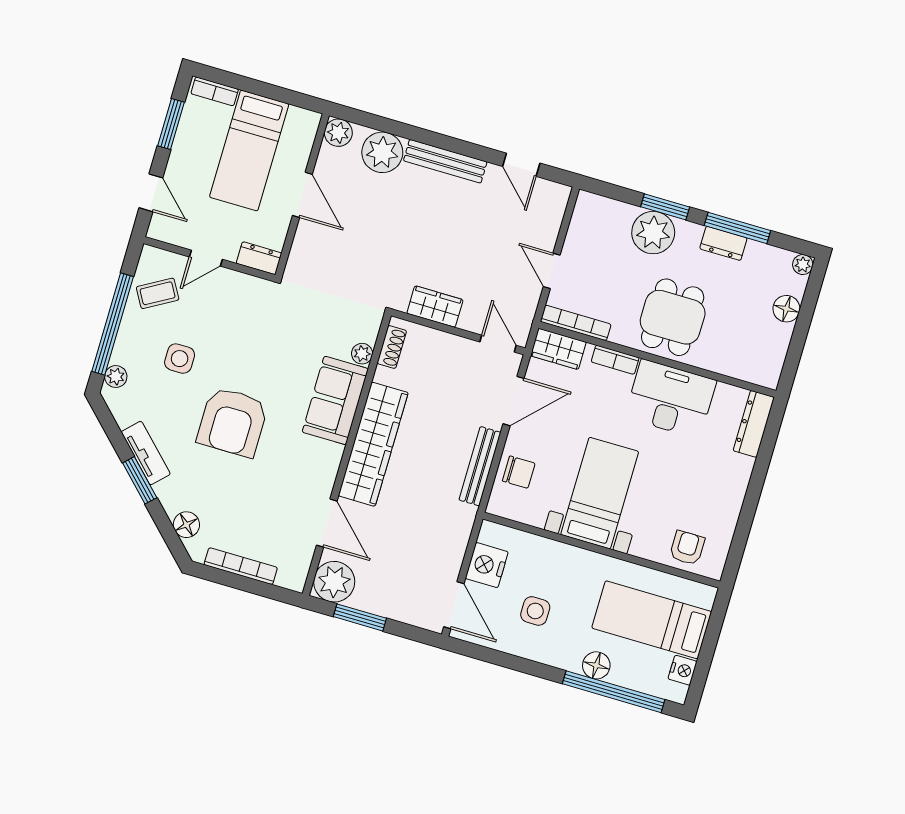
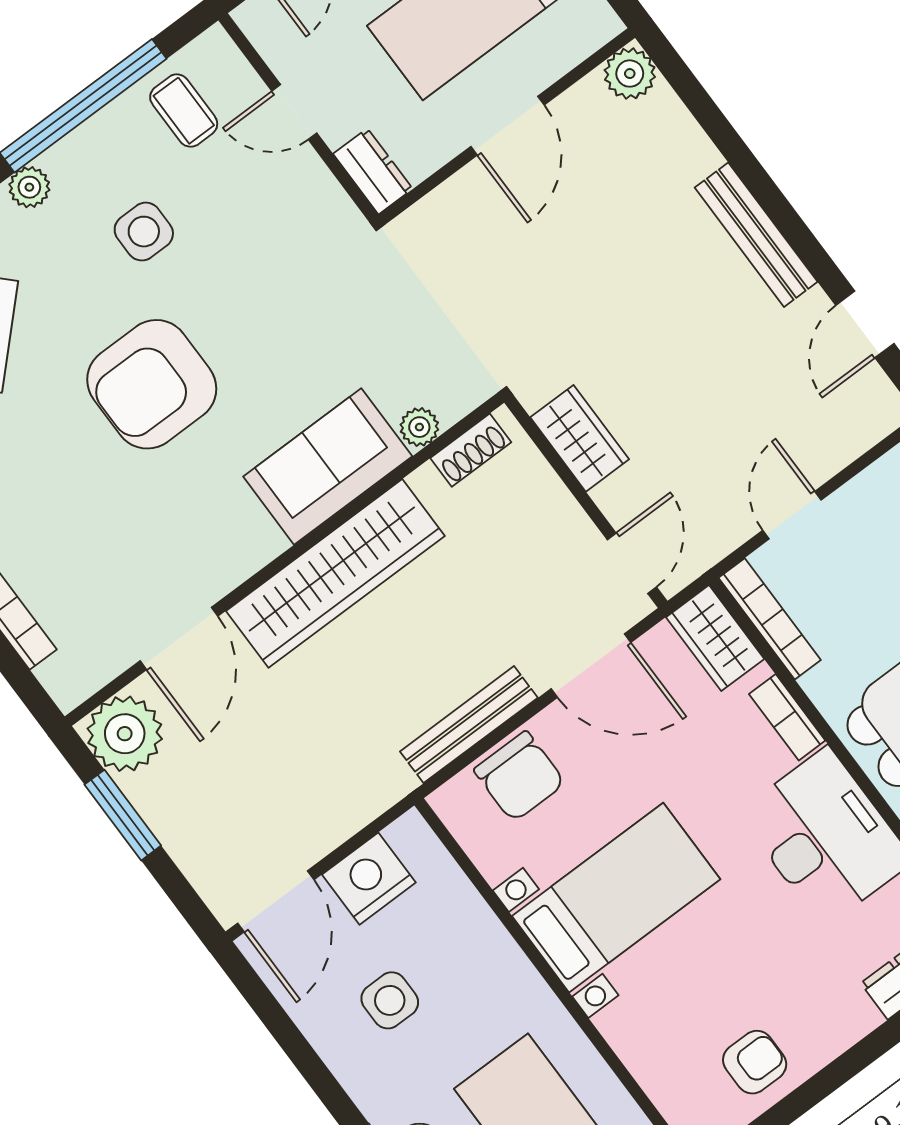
plant: (382, 152) -> (673, 152), removed
coffee table: (158, 293) -> (184, 111), turned 30
chair: (519, 472) -> (520, 776), width x1.37, depth x1.37
armchair: (687, 548) -> (755, 1062), moved

